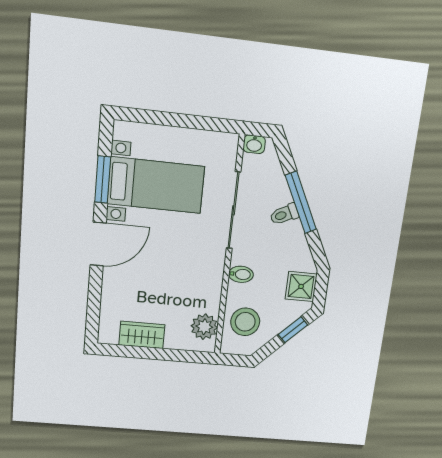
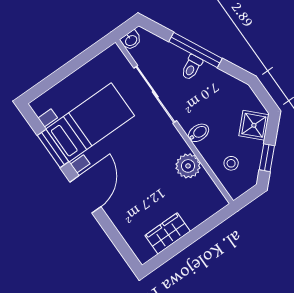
shower: (301, 286) -> (254, 125), moved, turned 45
stool: (245, 322) -> (231, 163), width x0.53, depth x0.53
plant: (204, 327) -> (188, 166), moved
window: (293, 330) -> (267, 158), moved

